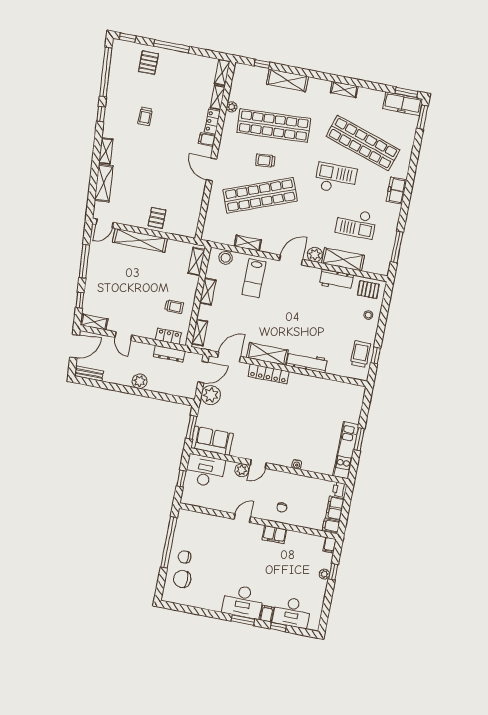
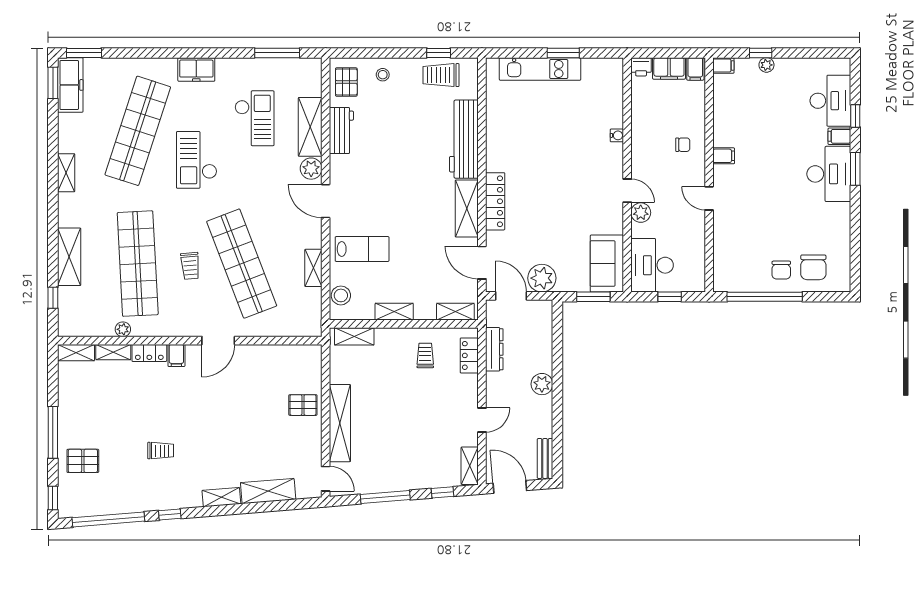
workbench: (307, 362) -> (464, 139), width x1.36, depth x1.32
kitchen unit: (346, 450) -> (540, 69), moved
filing cabinet: (274, 534) -> (724, 156), width x0.50

